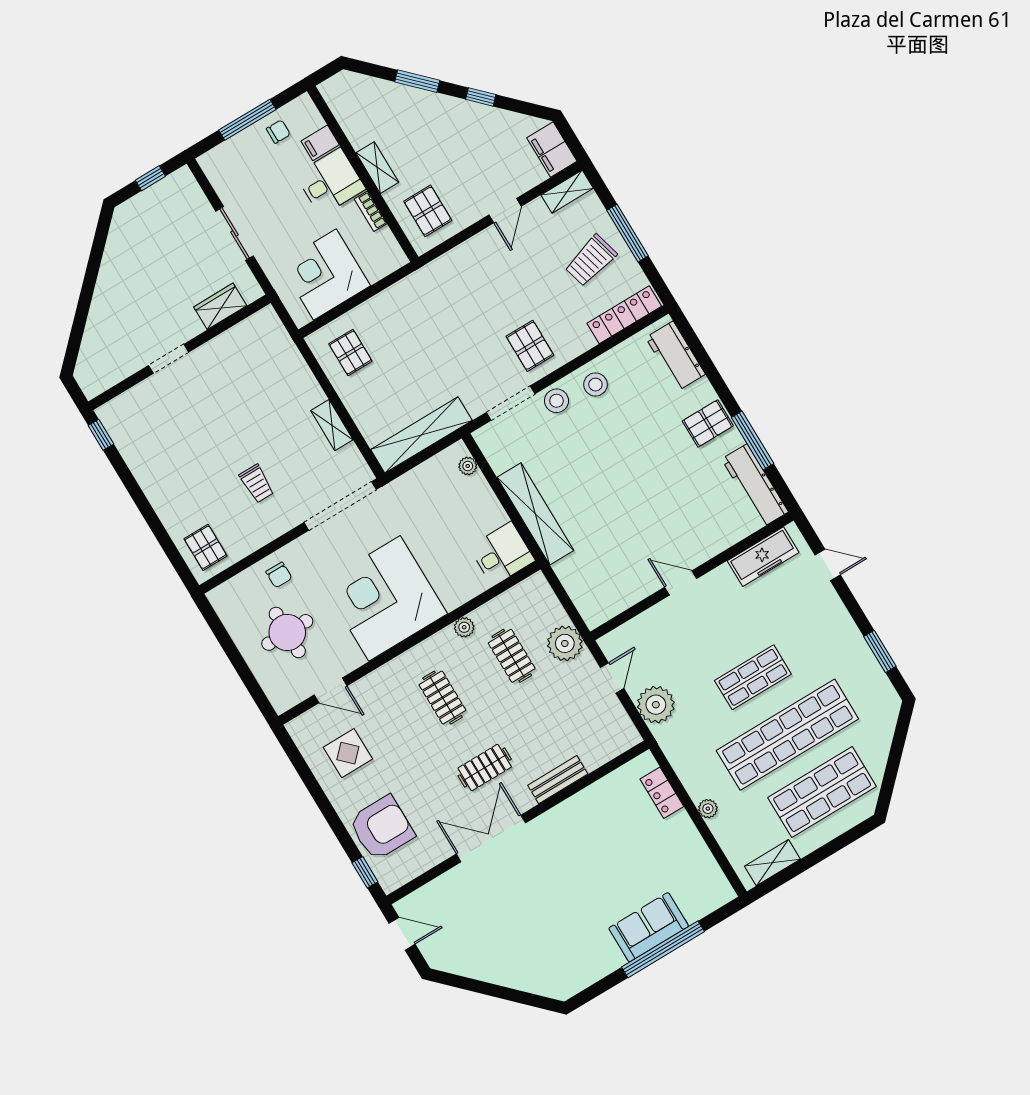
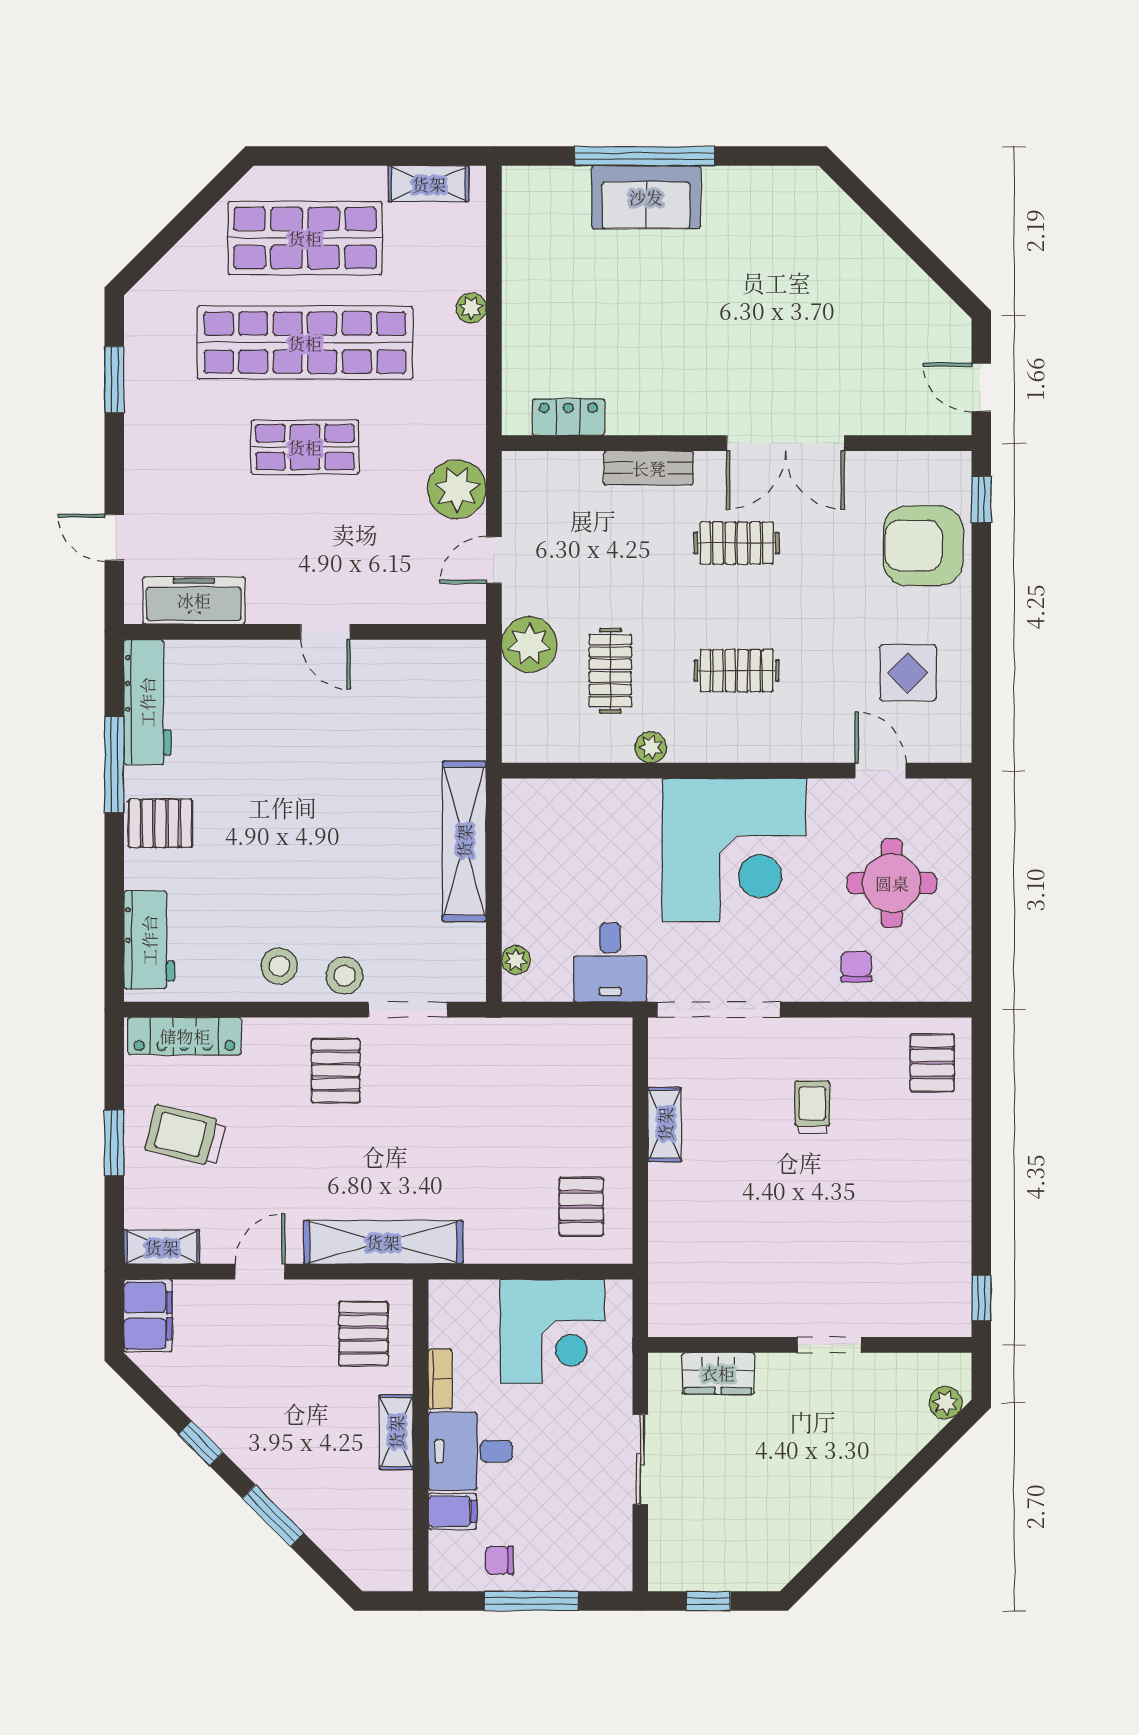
window: (627, 233) -> (114, 1143), width x0.69
trolley: (591, 260) -> (186, 1136), turned -151
plant: (86, 365) -> (945, 1403), added
shelving: (421, 435) -> (383, 1242), moved
desk: (502, 554) -> (610, 962), moved, turned -90
clothes rail: (442, 698) -> (737, 671), turned 90
locker: (662, 793) -> (568, 417), moved, turned -90

